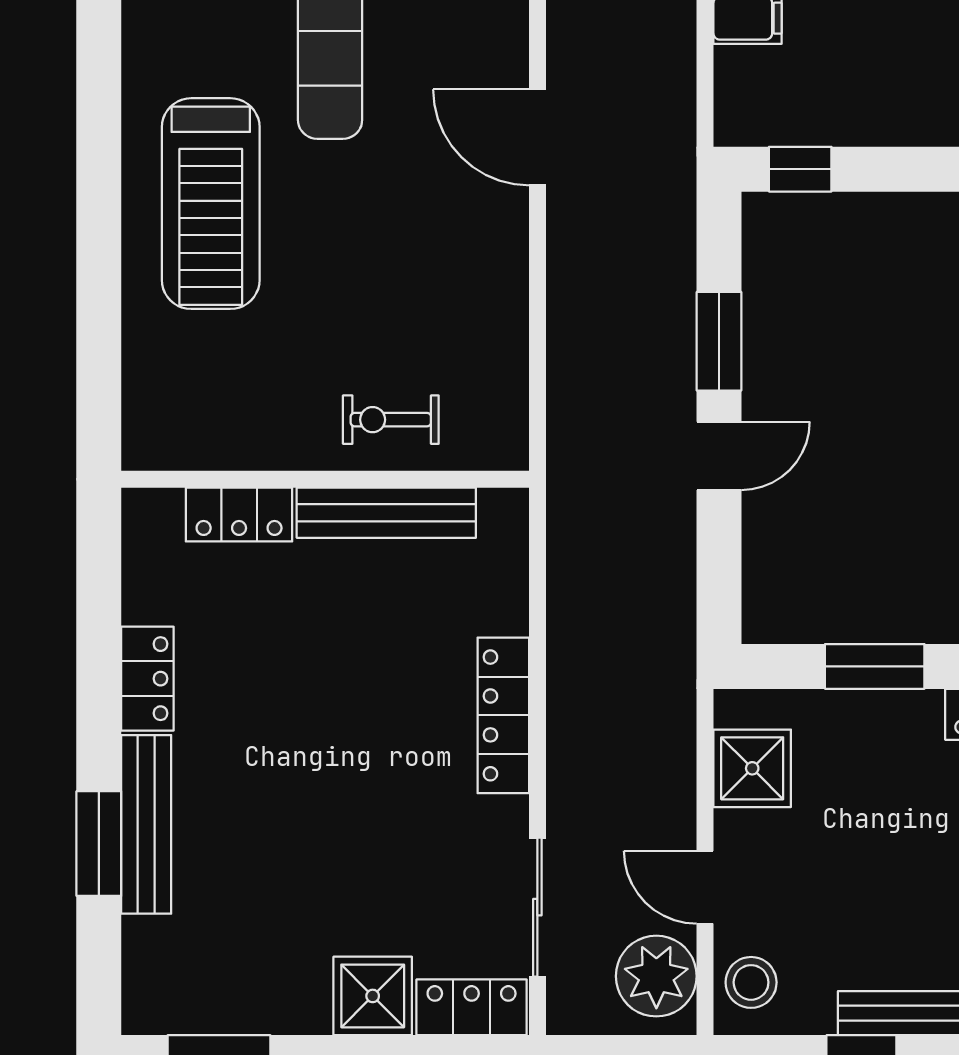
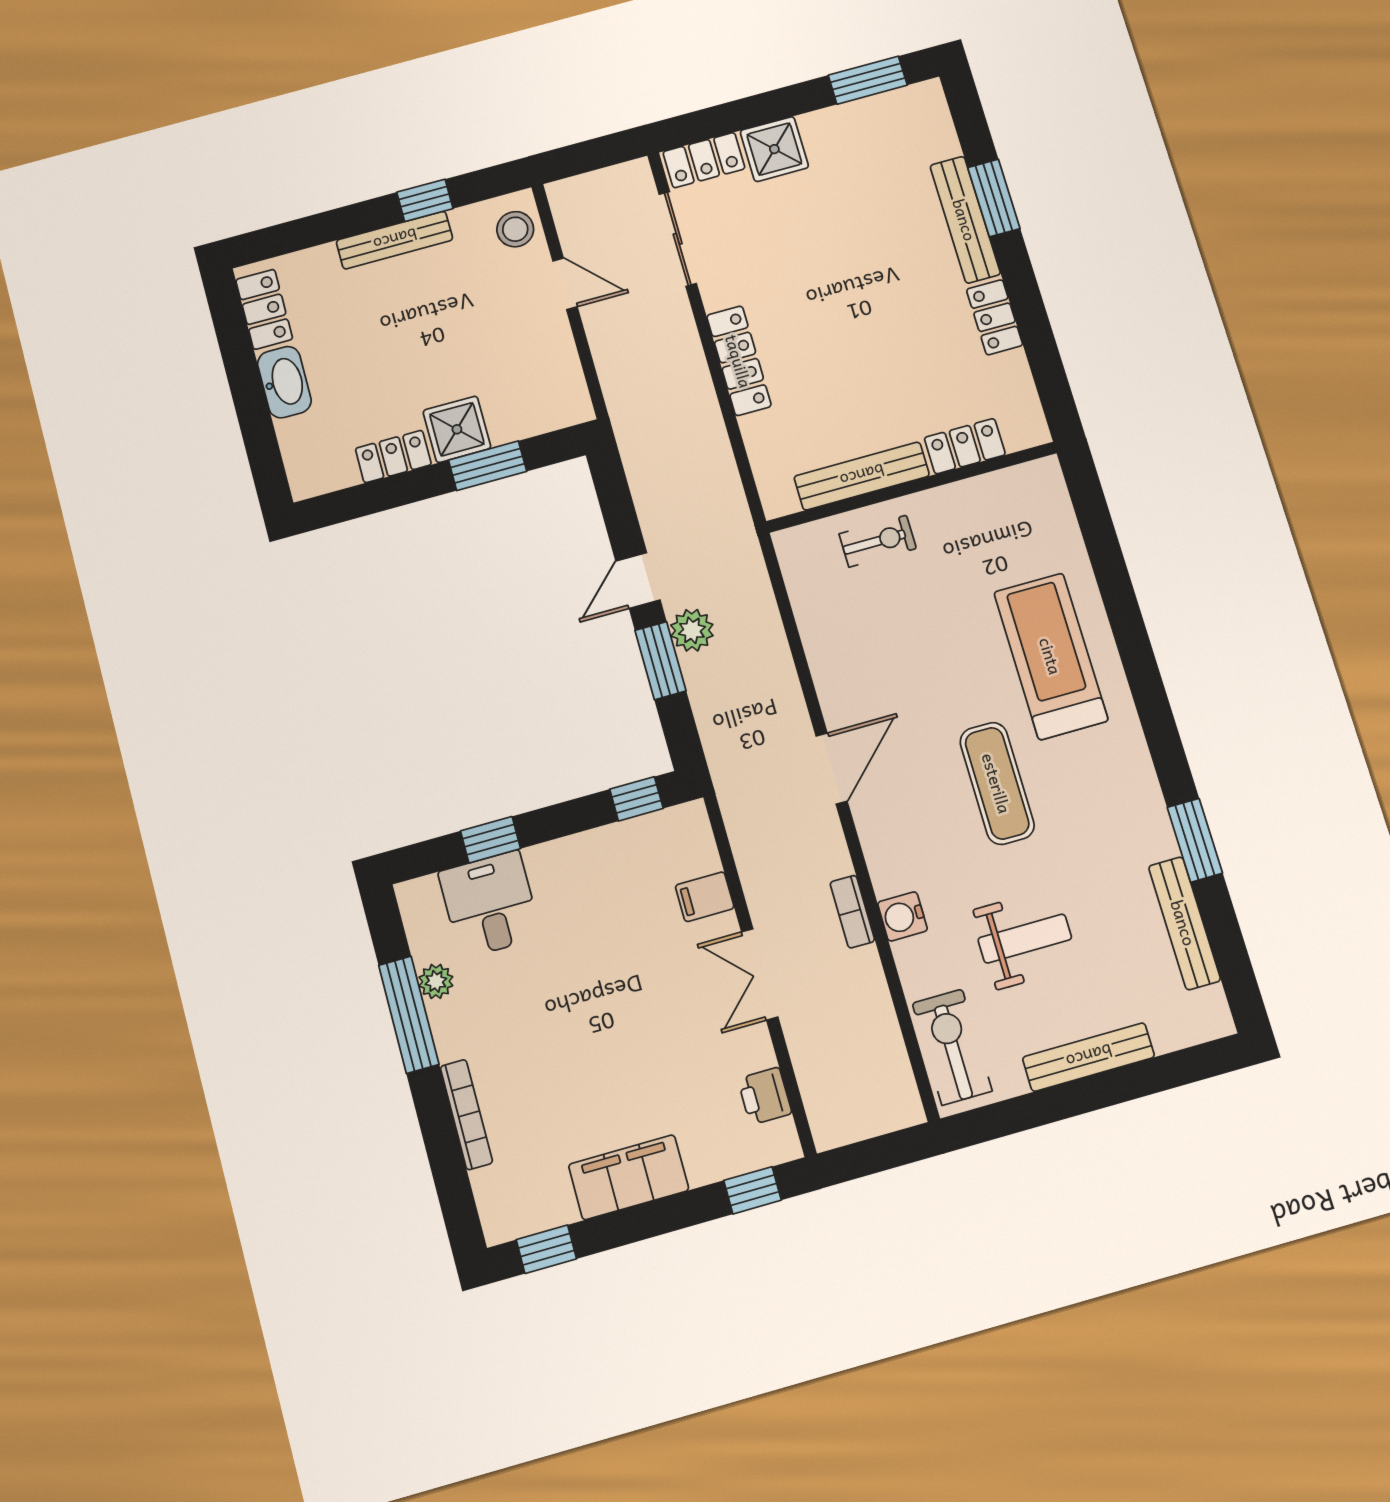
door: (537, 137) -> (832, 769), hinge flipped
shower: (752, 768) -> (457, 429), moved
plant: (656, 976) -> (692, 630), moved, width x0.73, depth x0.73

